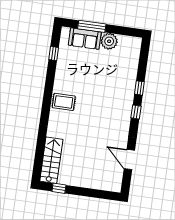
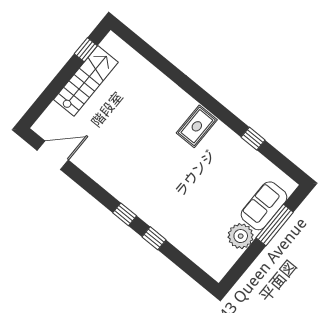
window: (54, 53) -> (253, 139), moved
door: (129, 159) -> (53, 155), moved
stairs: (51, 160) -> (86, 81), moved, turned -90

